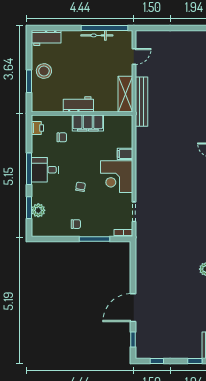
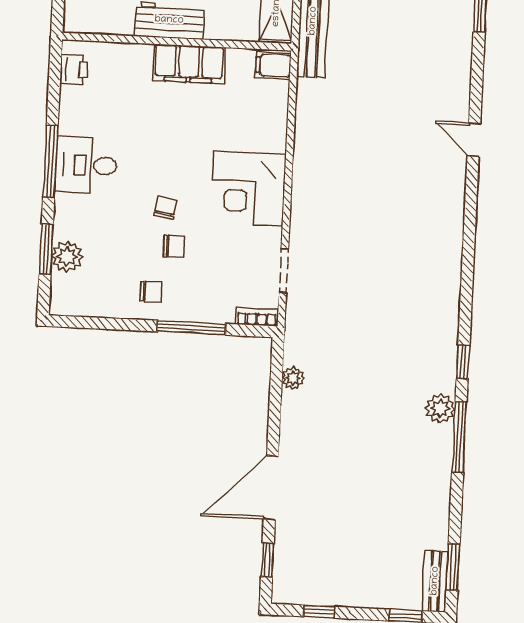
chair: (62, 137) -> (174, 246), moved
filing cabinet: (125, 154) -> (273, 65), moved
plant: (140, 259) -> (293, 378), added

